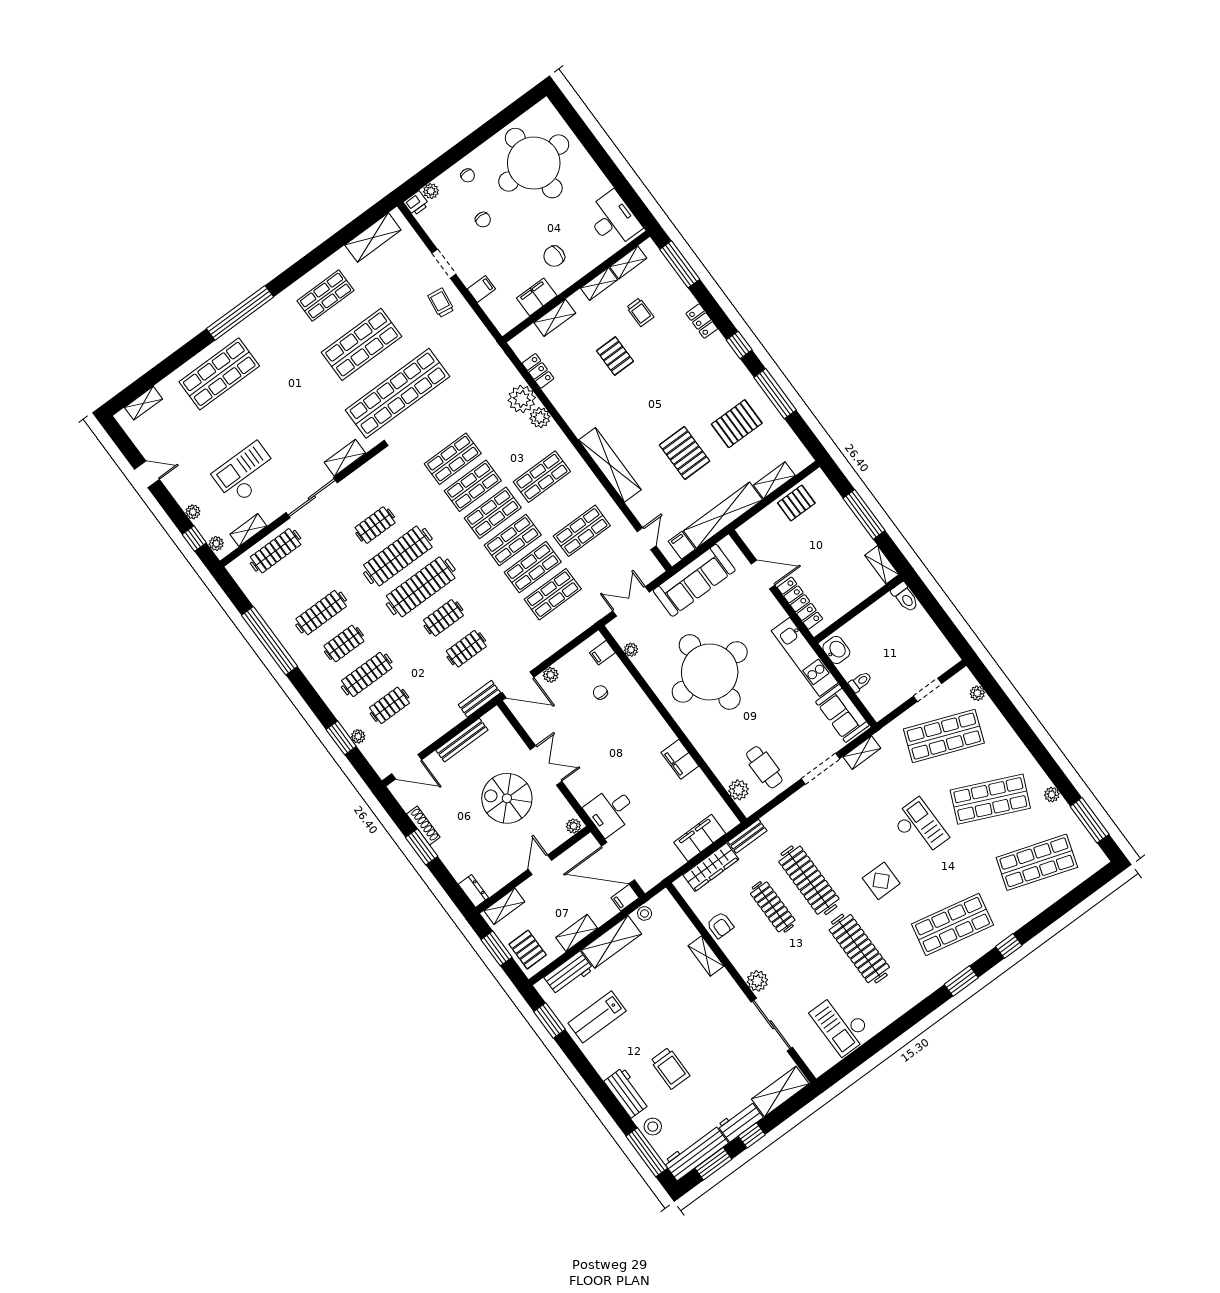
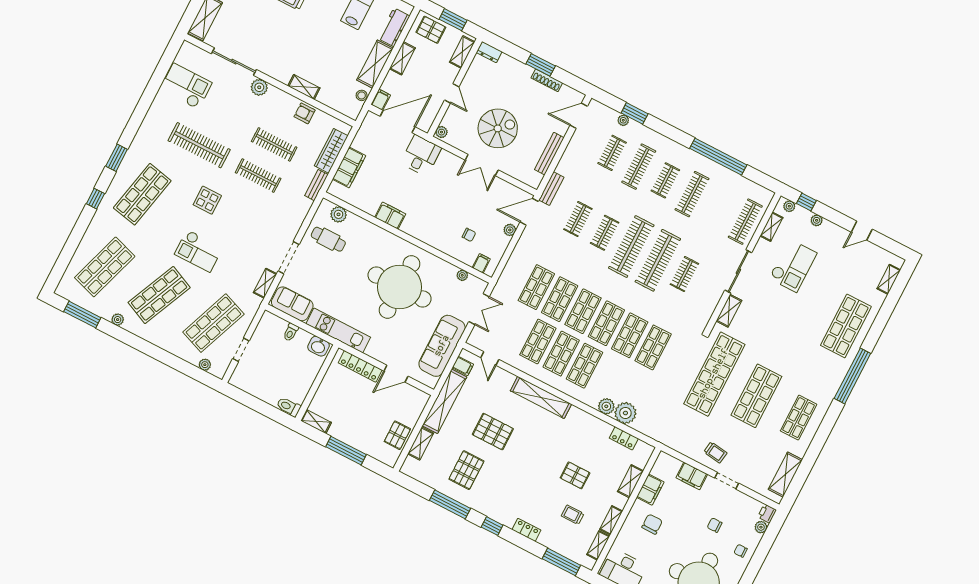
filing cabinet: (481, 289) -> (692, 476), width x2.00
shop shelf: (562, 504) -> (561, 354), added
clothes rail: (809, 880) -> (258, 176), width x0.73, depth x0.76

